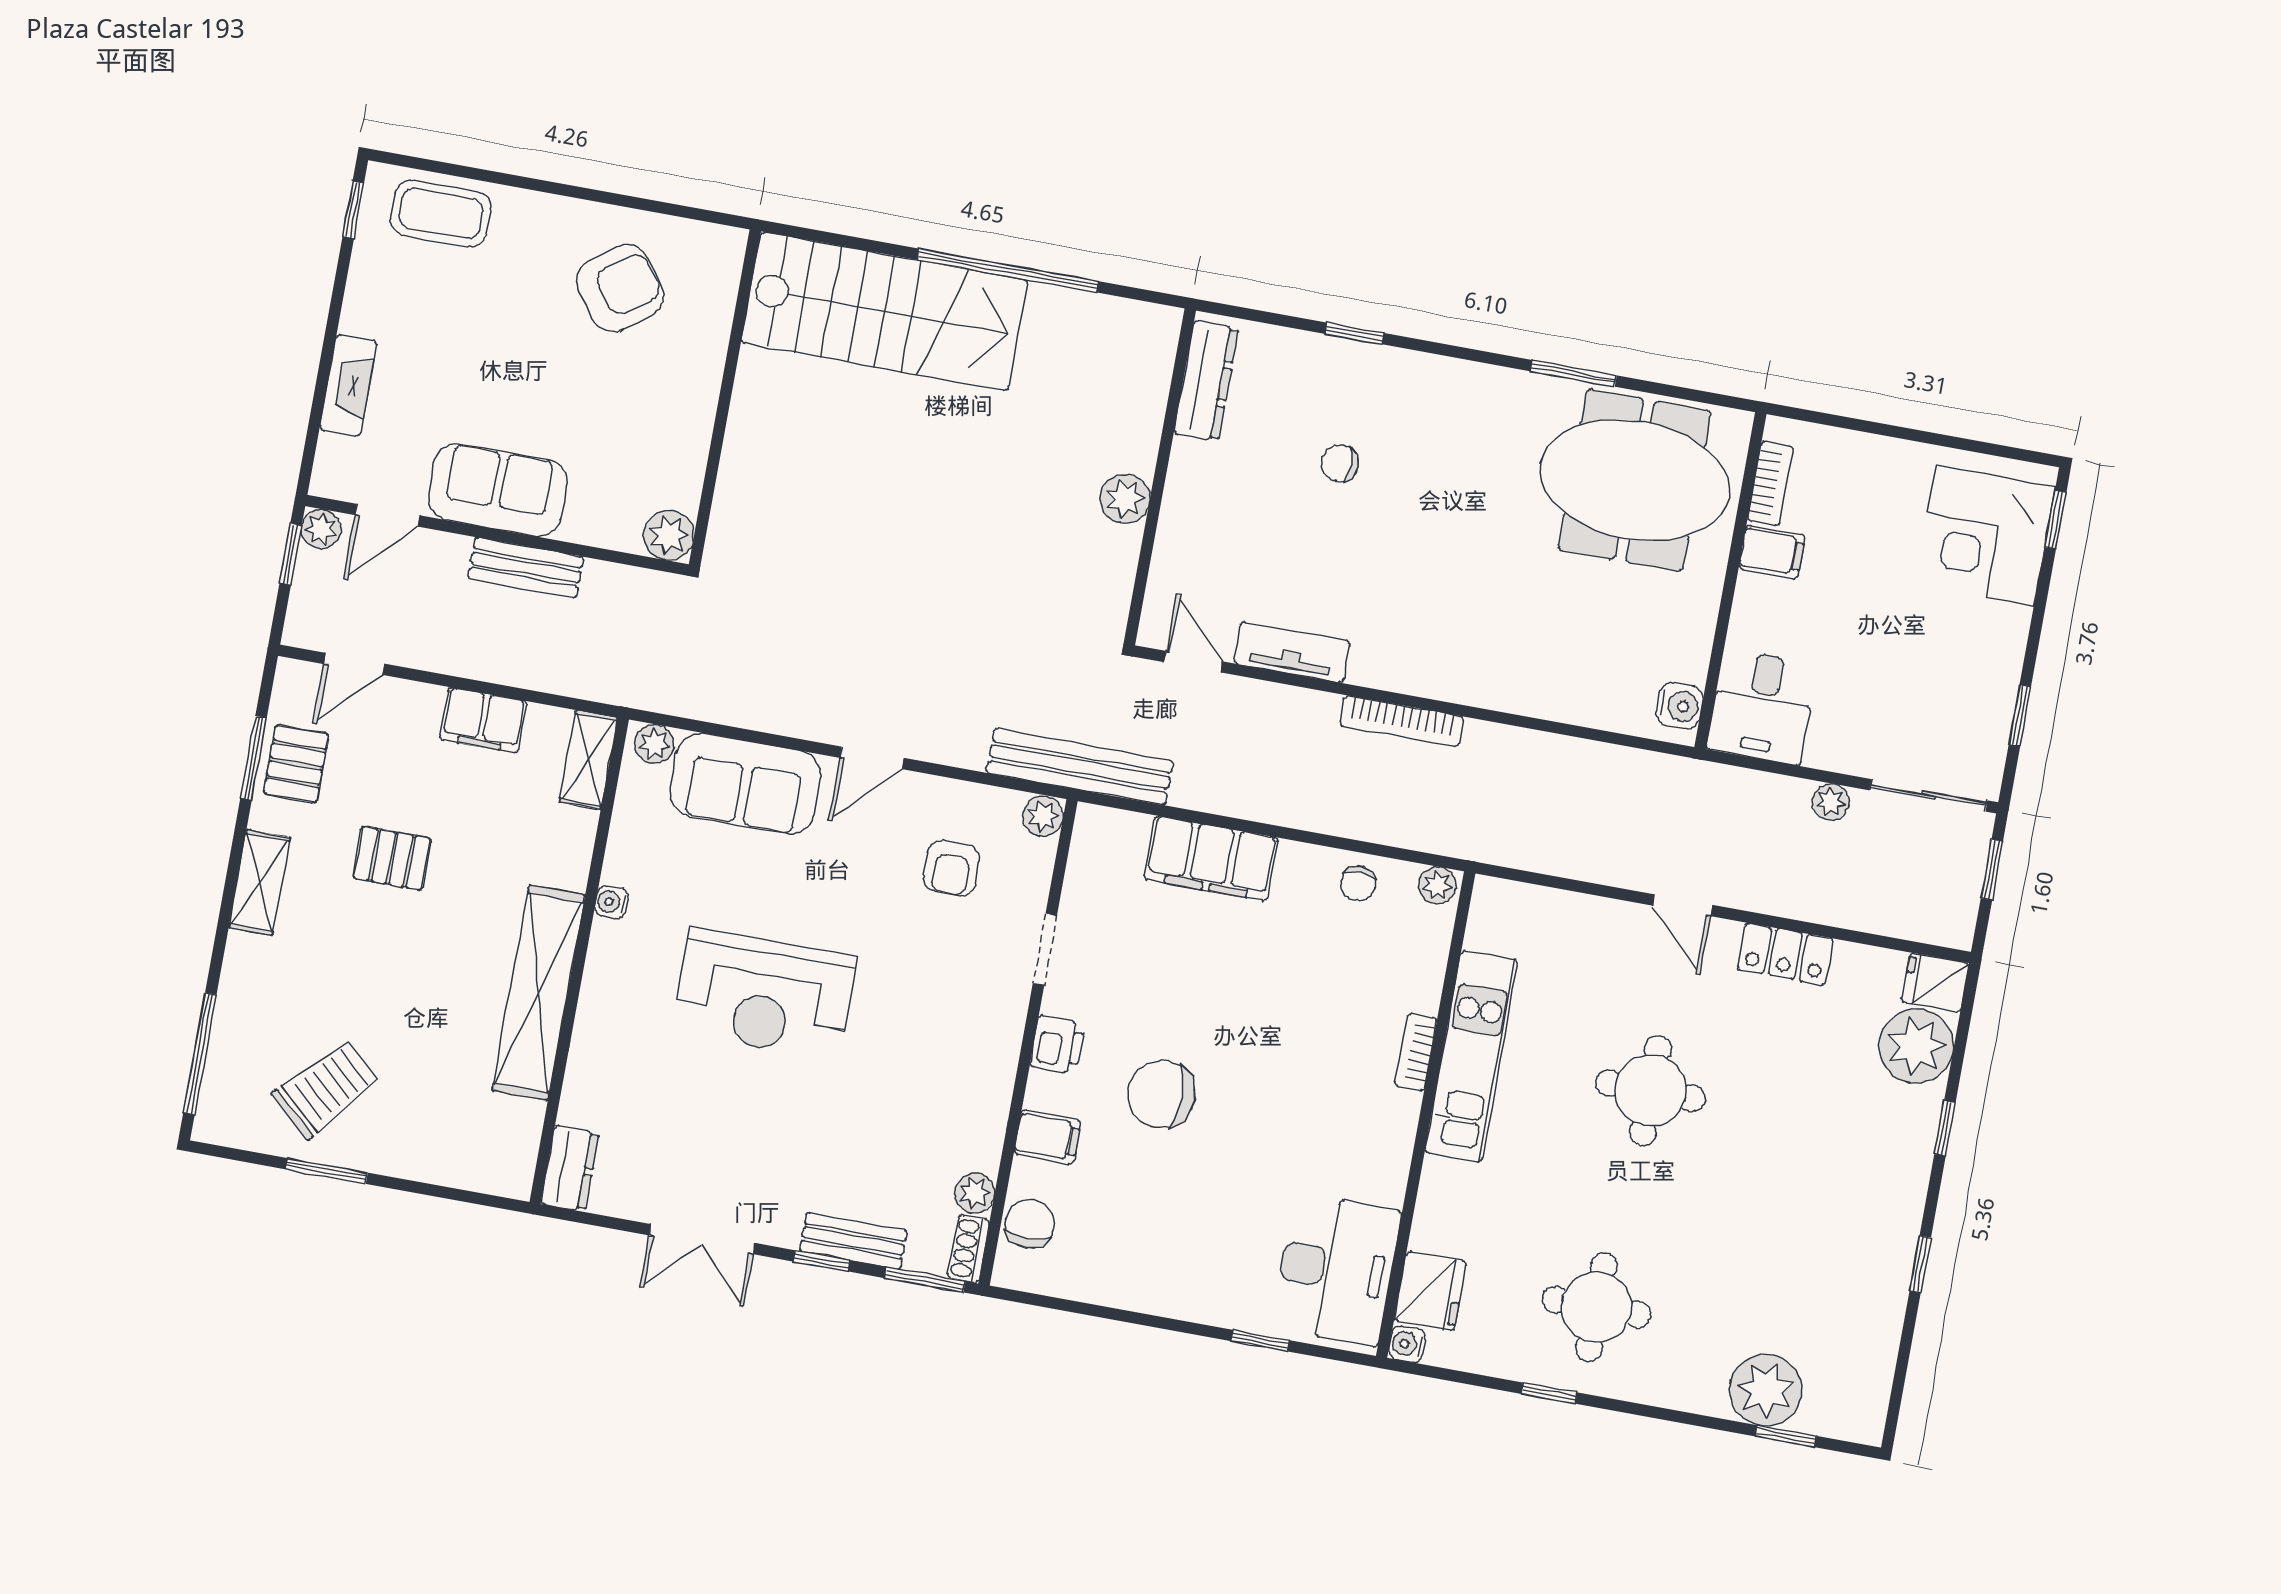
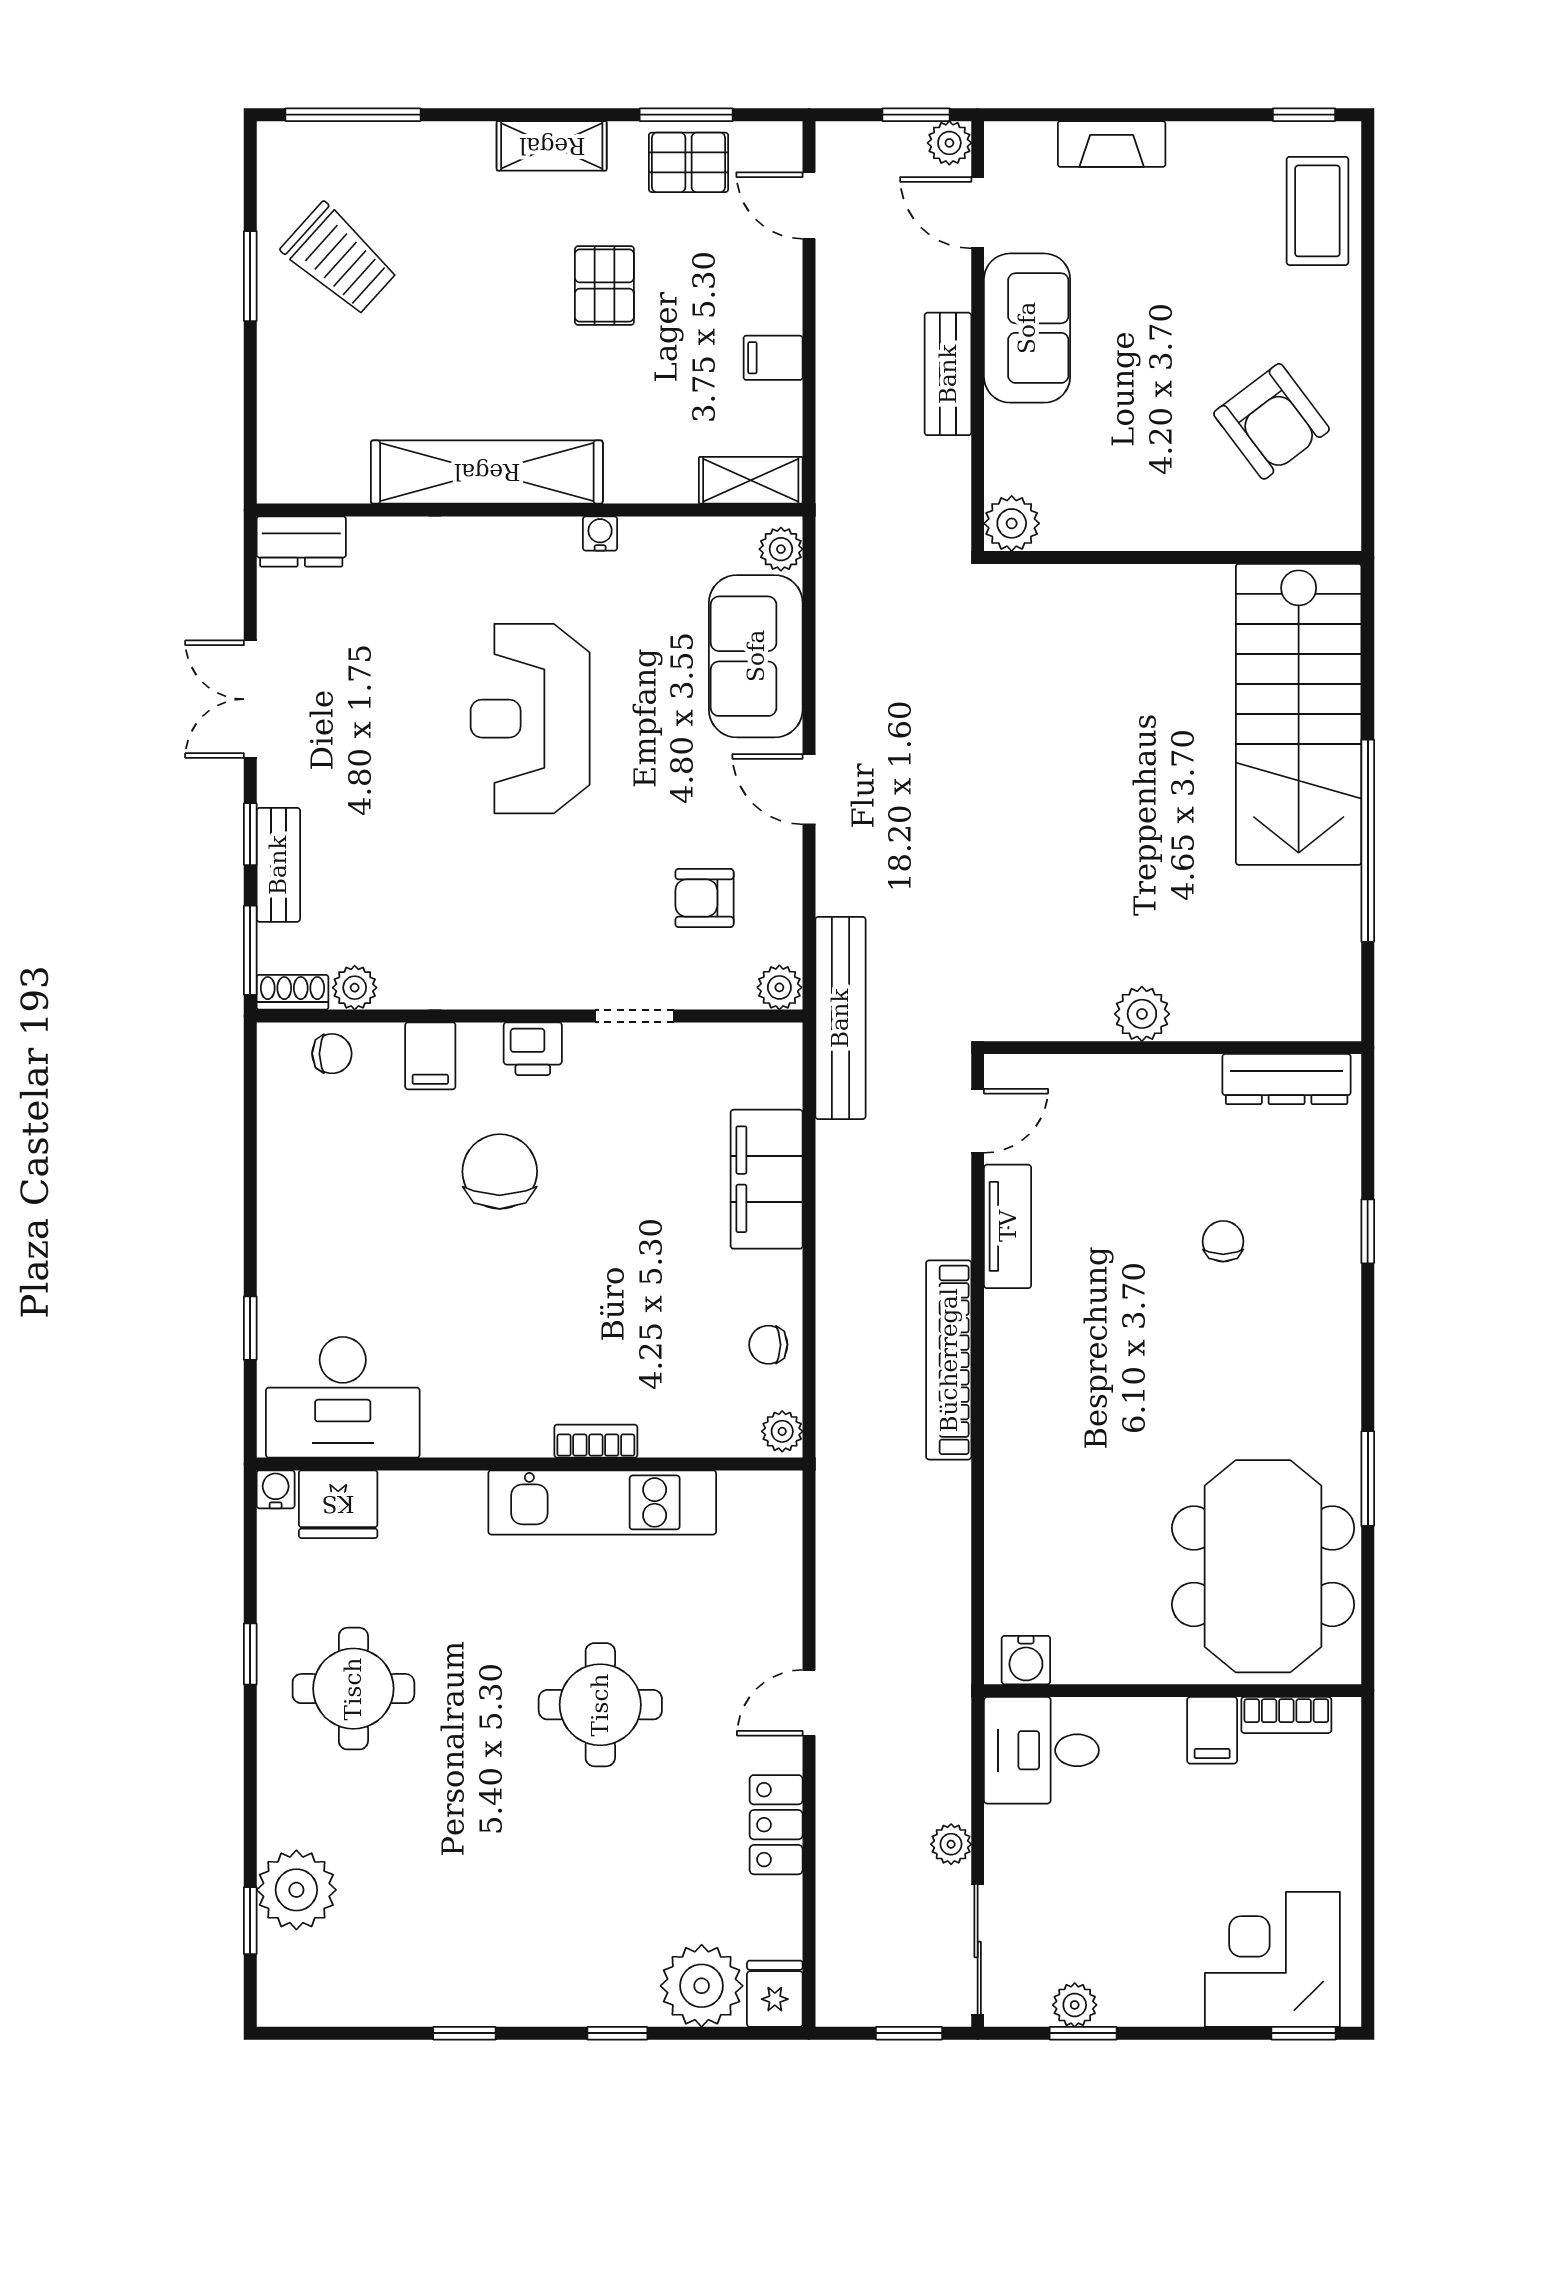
plant: (1993, 718) -> (1075, 2005), added
filing cabinet: (483, 720) -> (773, 358), width x0.50
bookcase: (1402, 721) -> (949, 1360), width x1.48, depth x1.31
chair: (1030, 1224) -> (332, 1054), width x0.73, depth x0.73

